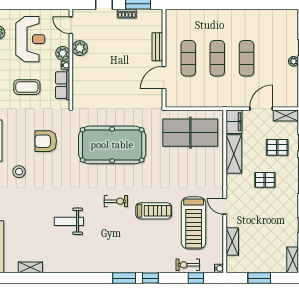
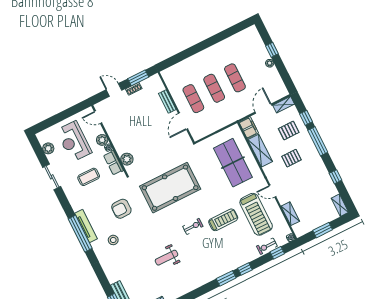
reception desk: (30, 39) -> (74, 141), turned 180
plant: (80, 48) -> (127, 159), moved
table tennis table: (190, 133) -> (233, 163), moved, turned 90

